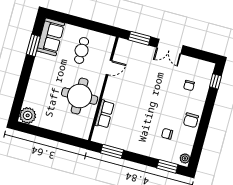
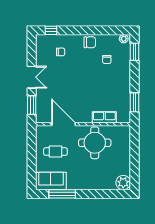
window: (33, 45) -> (62, 194), width x1.44
door: (109, 68) -> (64, 124), width x1.87

